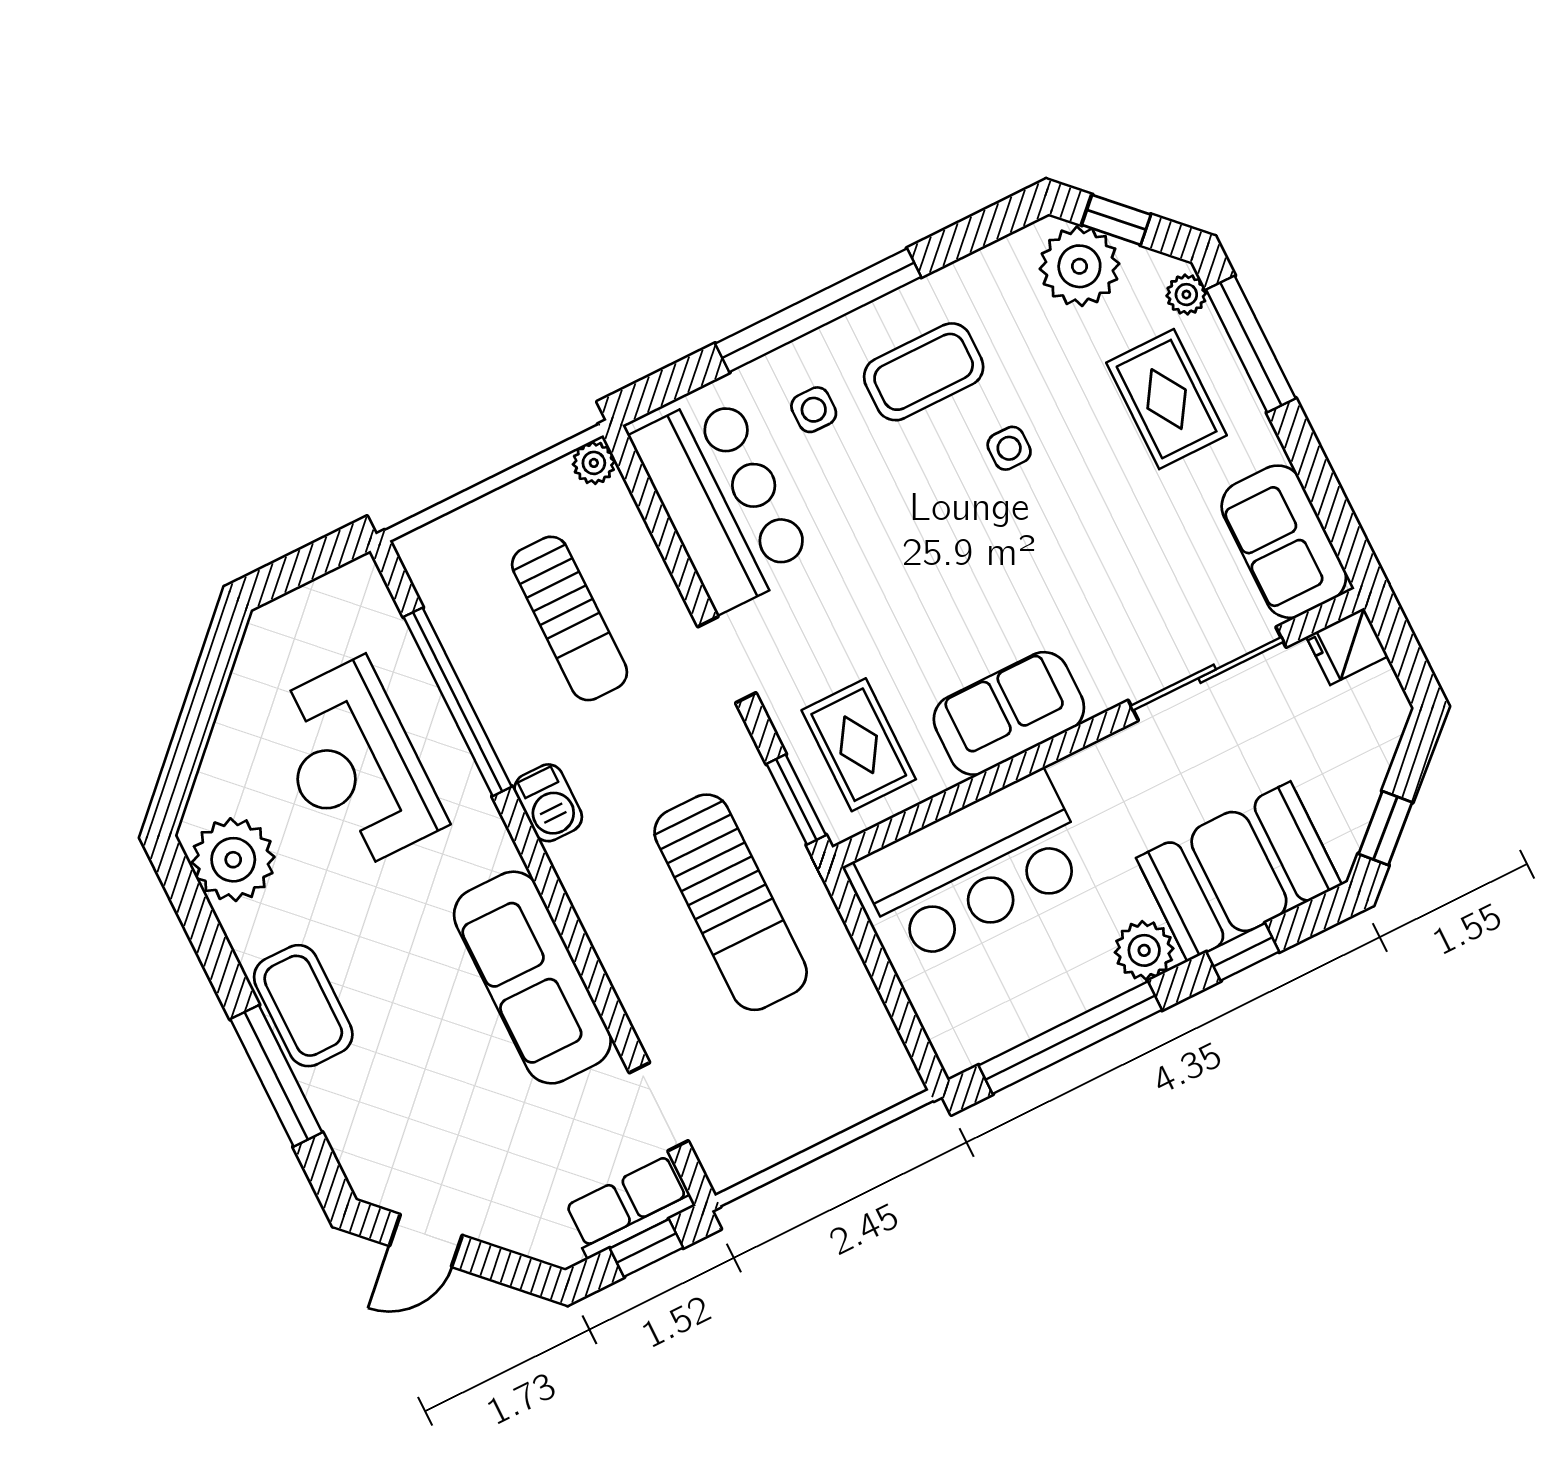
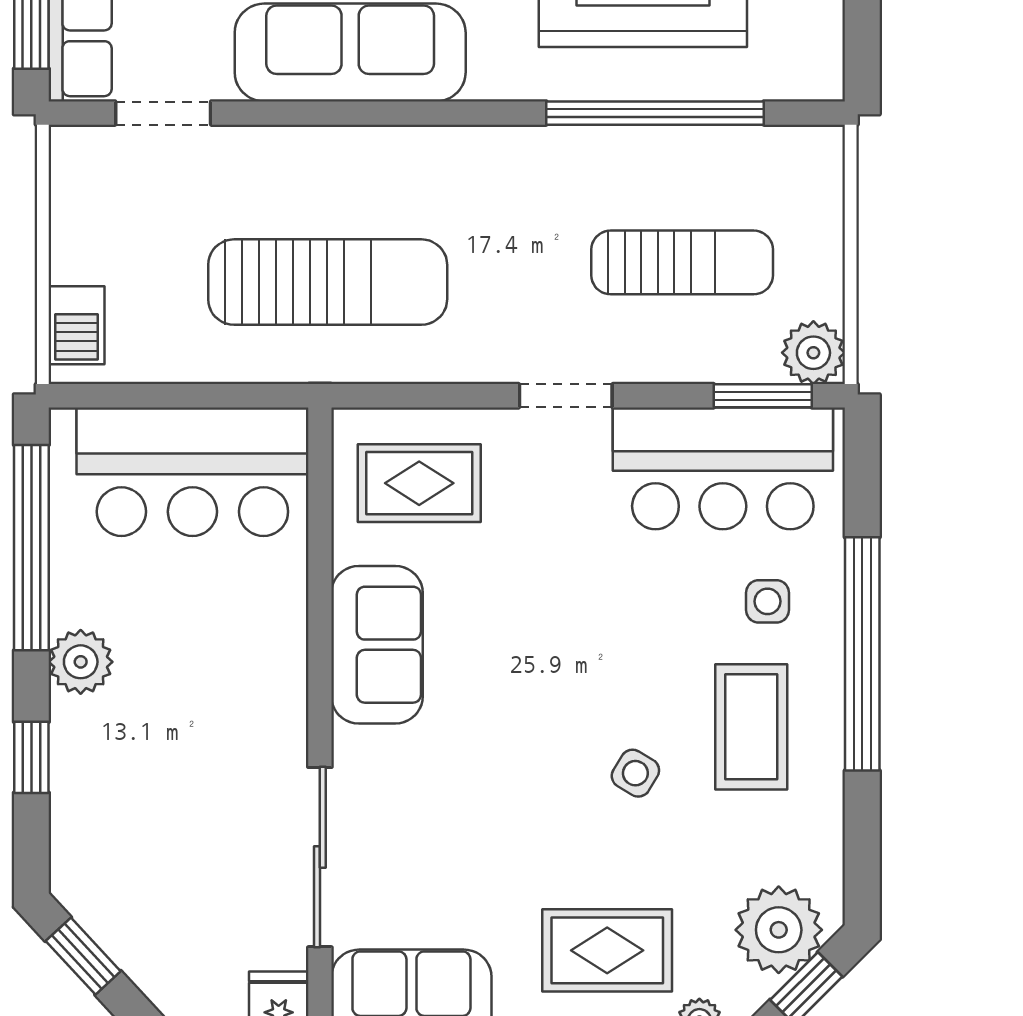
side table: (1009, 448) -> (635, 773), turned 31
plant: (594, 463) -> (813, 353), width x1.38, depth x1.38
sun lounger: (570, 618) -> (682, 262), turned 180
window: (796, 799) -> (763, 396), moved
barbecue: (548, 803) -> (76, 325), moved, turned -90
bar counter: (974, 867) -> (192, 472), moved, turned -90
booth: (1239, 871) -> (112, 792), removed
sun lounger: (731, 902) -> (328, 282), turned 180

